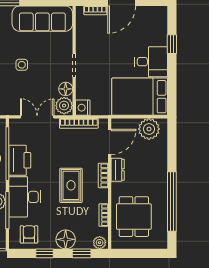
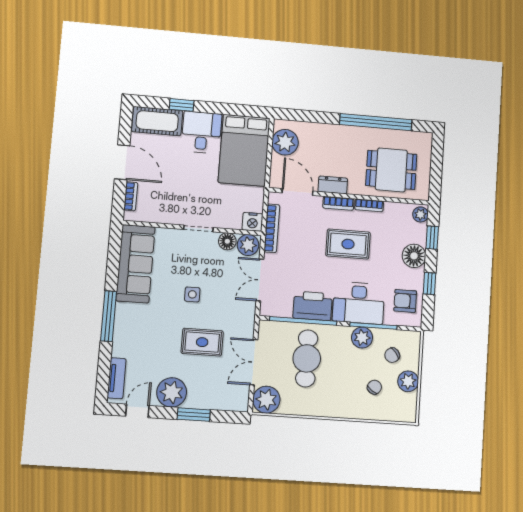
cot: (157, 26) -> (157, 121), added
bookcase: (104, 215) -> (369, 205), moved

